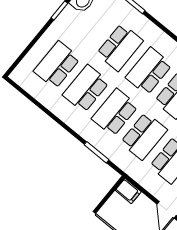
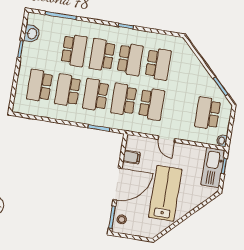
school desk: (144, 136) -> (124, 99), turned 180
filing cabinet: (128, 191) -> (132, 157), moved

